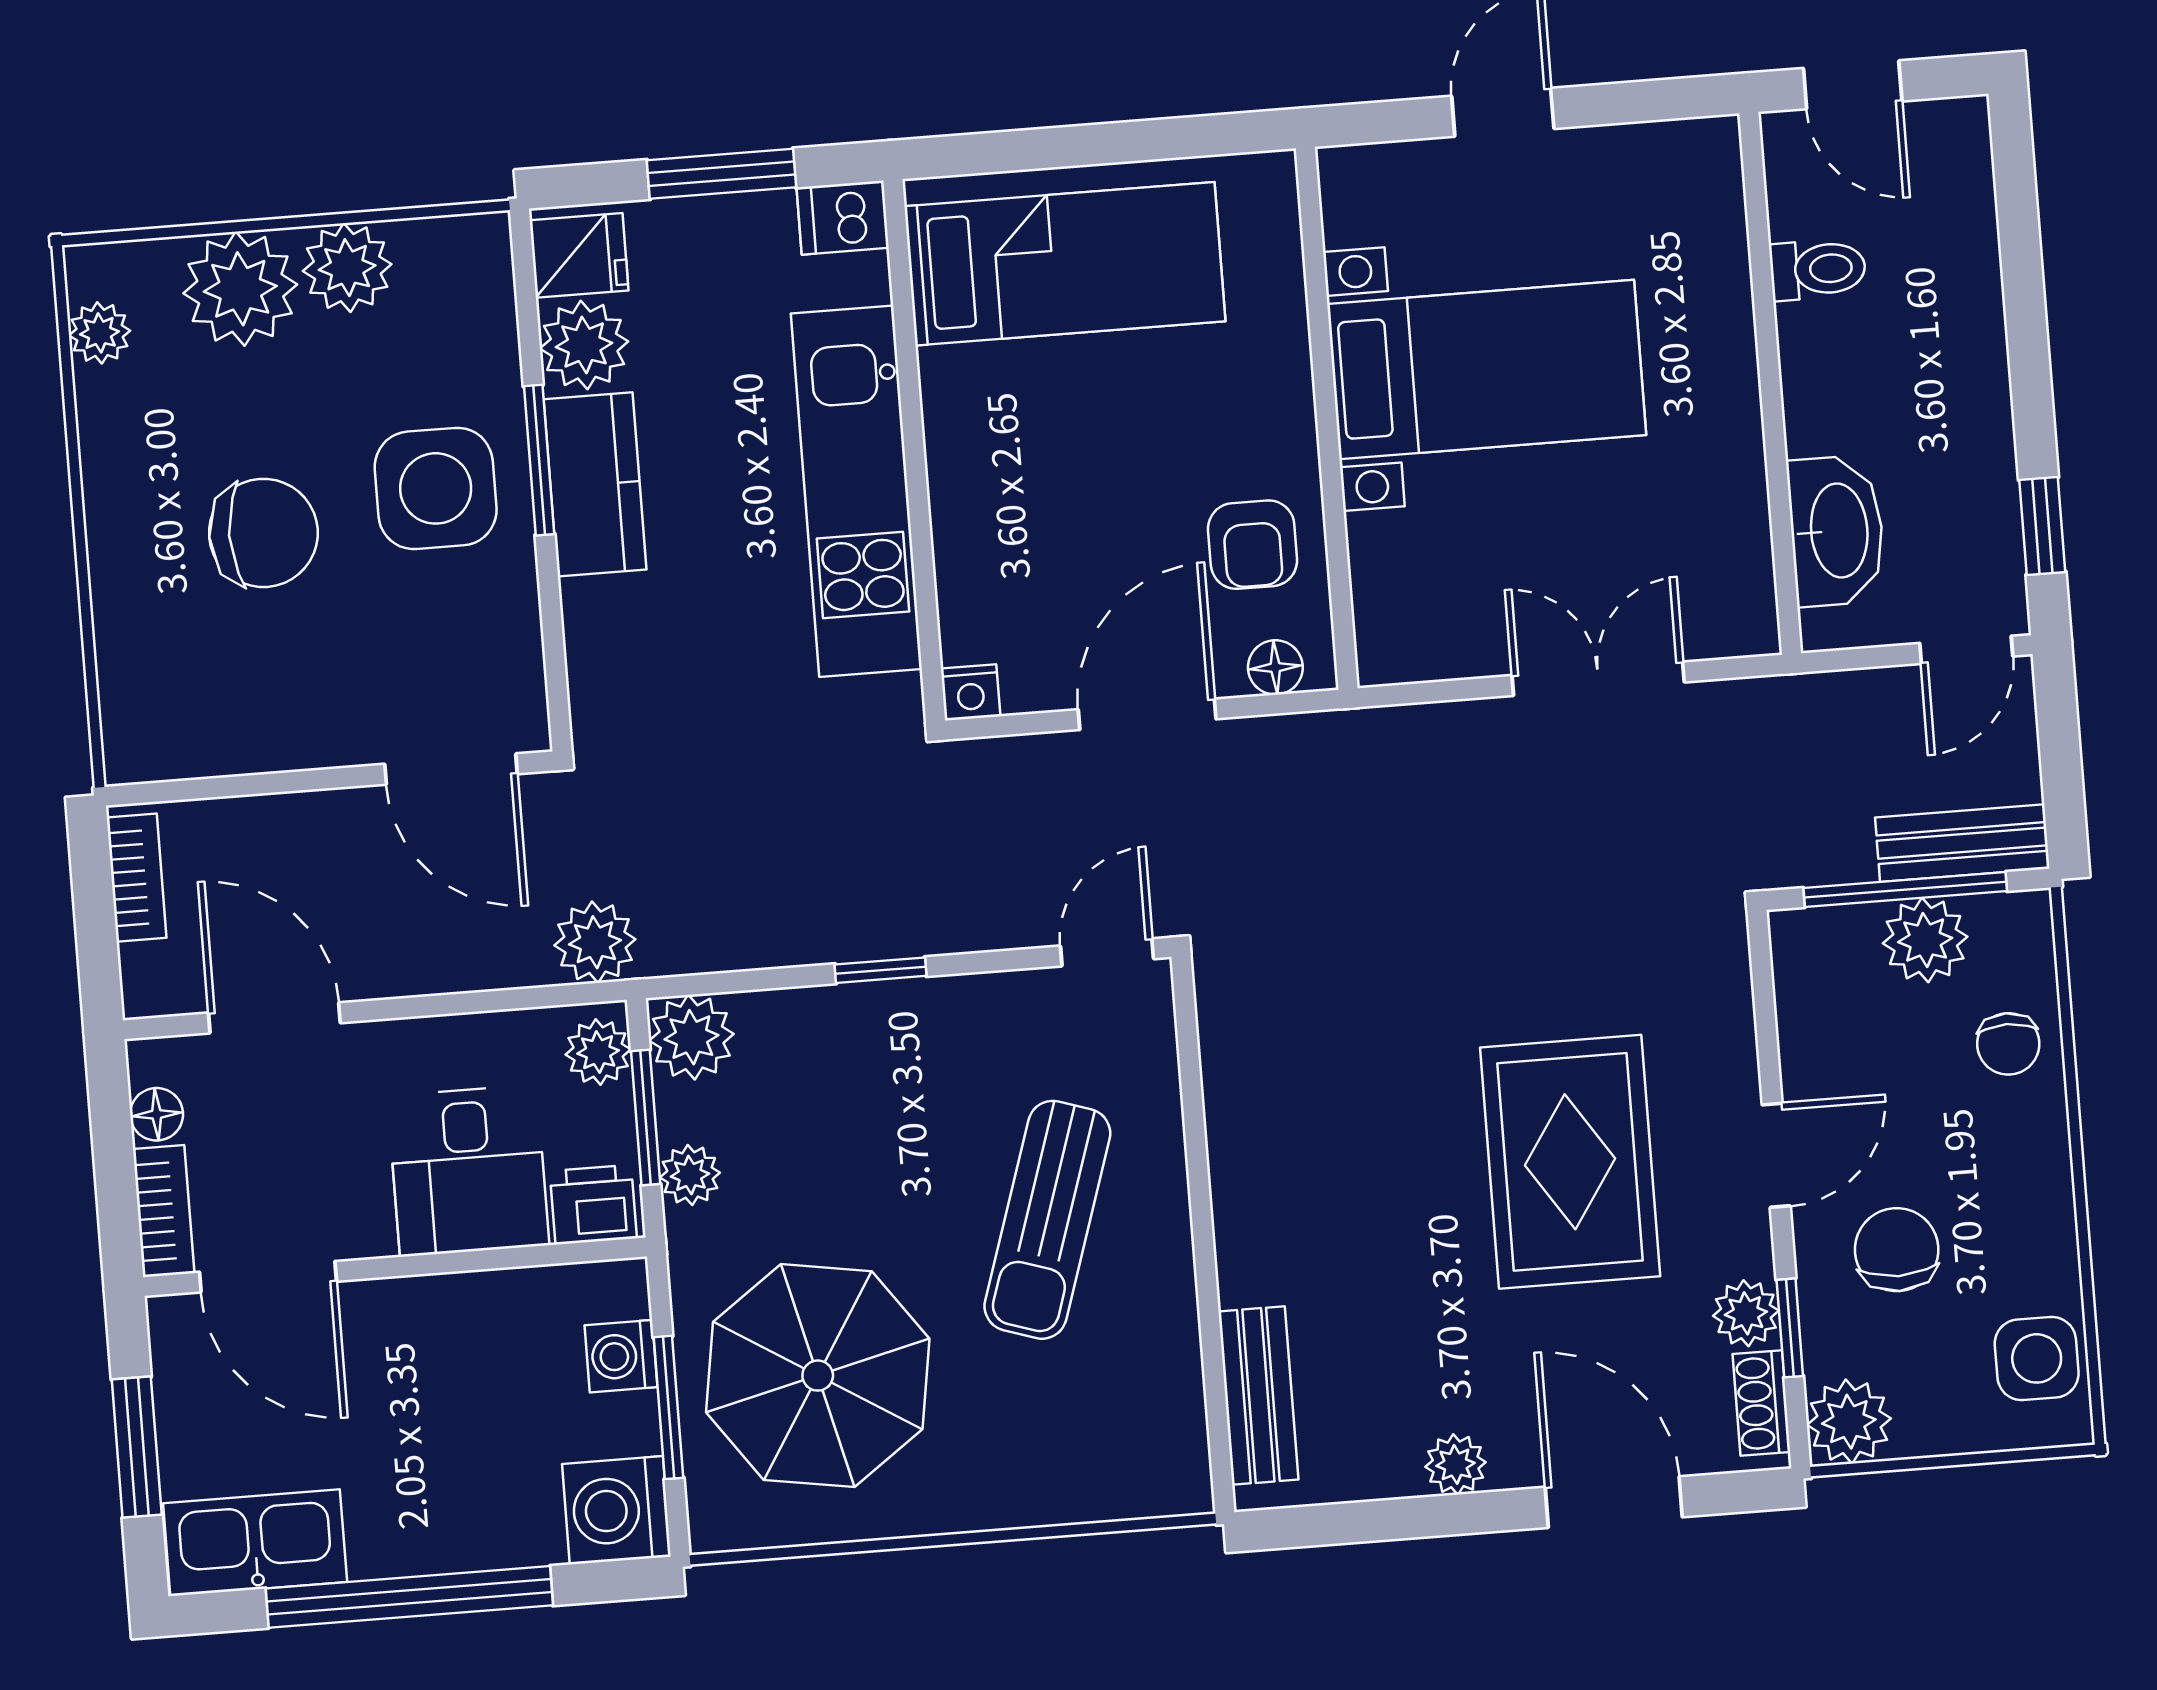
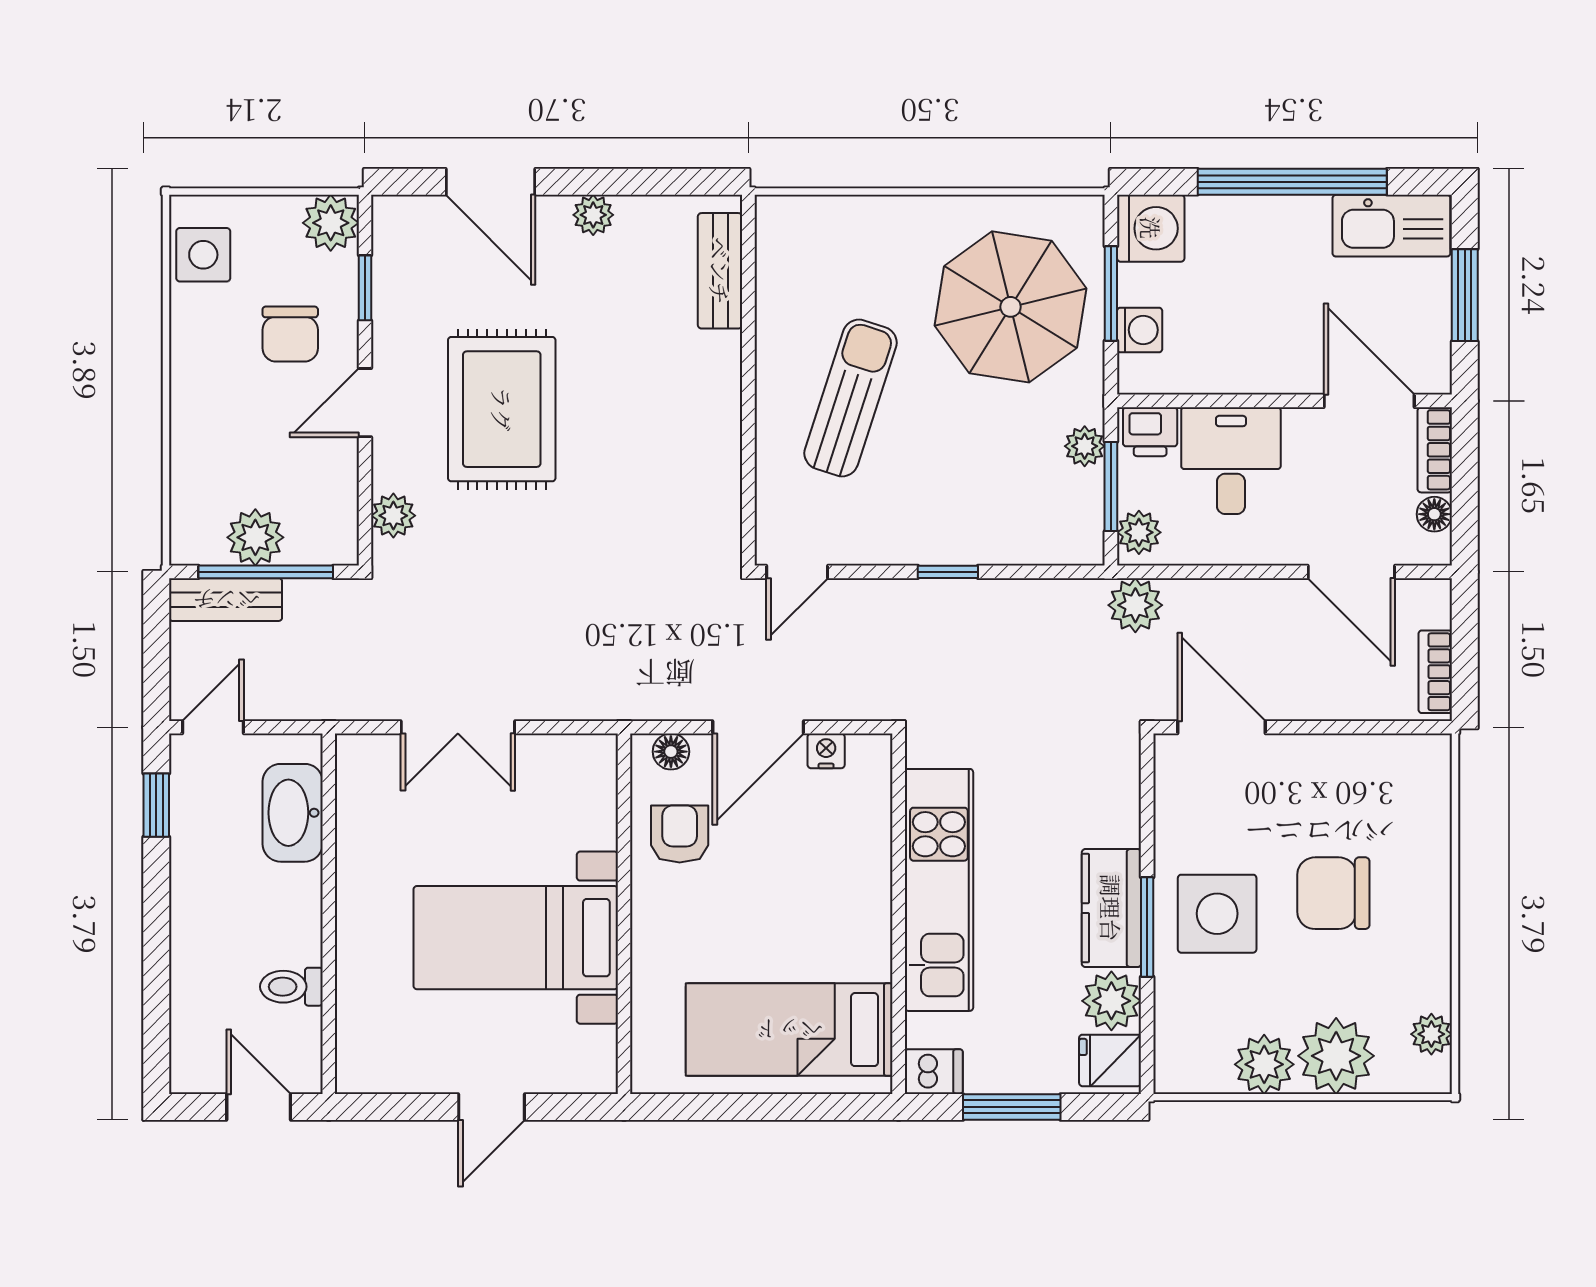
nightstand: (971, 692) -> (826, 751), moved
plant: (691, 1037) -> (1076, 537), removed
chair: (2008, 1044) -> (206, 464), removed
plant: (1746, 1313) -> (393, 516), moved
shoe rack: (1761, 1403) -> (388, 240), removed

